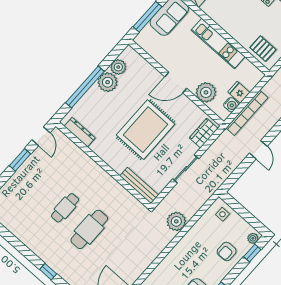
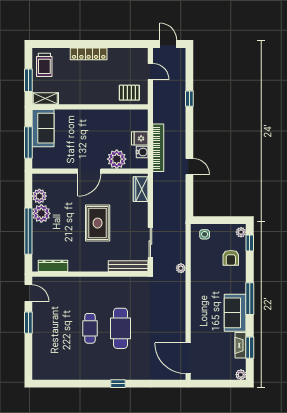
kitchen unit: (218, 43) -> (95, 117), removed
rug: (145, 130) -> (98, 223), width x0.73, depth x0.69
sliding door: (186, 169) -> (150, 242), moved
plant: (176, 221) -> (181, 268), width x0.53, depth x0.53

